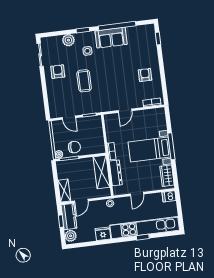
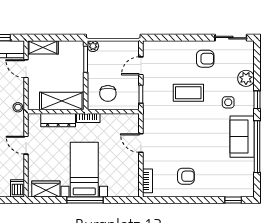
chair: (74, 147) -> (108, 93), moved

